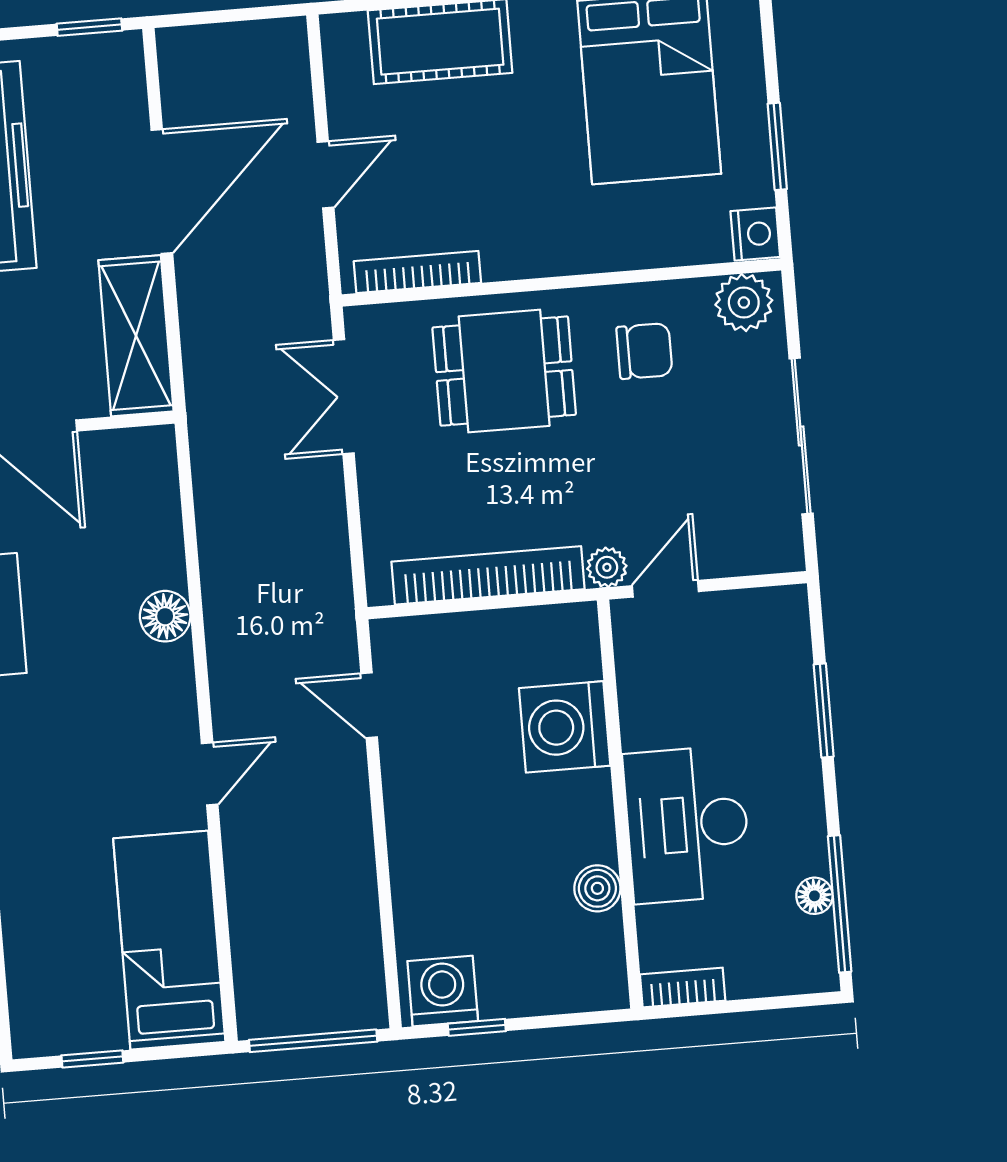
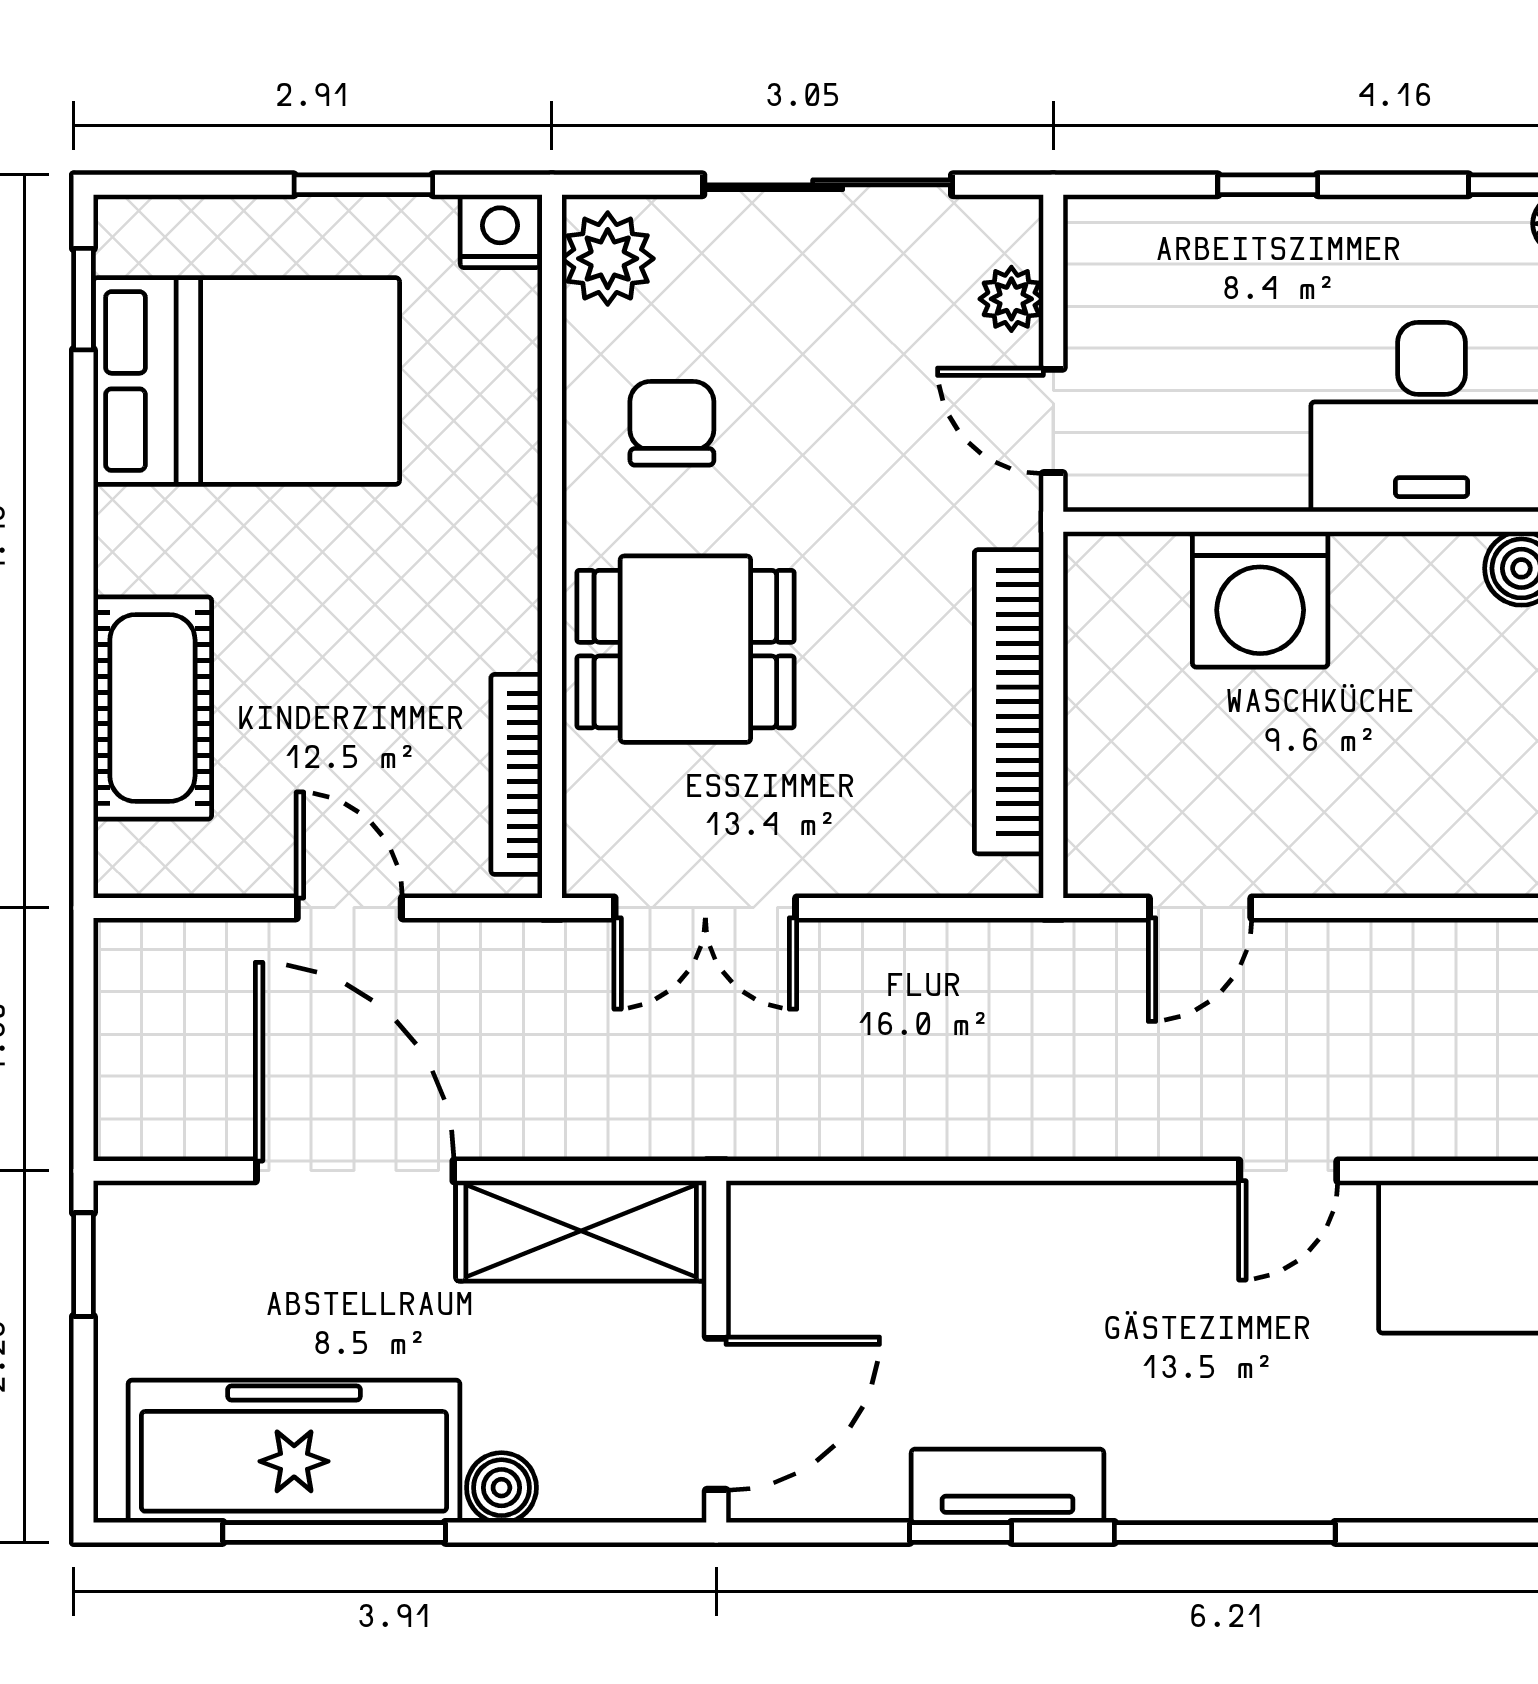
dining table: (504, 371) -> (685, 649), turned 90
plant: (607, 567) -> (1011, 299), moved
floor lamp: (165, 616) -> (1031, 1221), removed
window: (824, 710) -> (1268, 185), width x0.67
door: (210, 774) -> (1288, 1171), swing flipped

